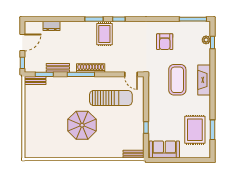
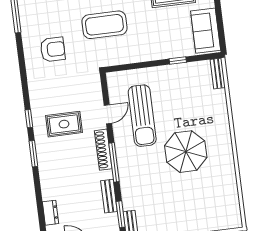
rug: (104, 34) -> (64, 124), moved
door: (131, 74) -> (108, 114), moved
sun lounger: (111, 98) -> (142, 116), turned 180

